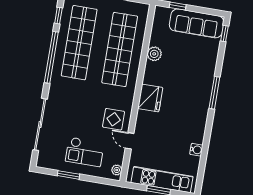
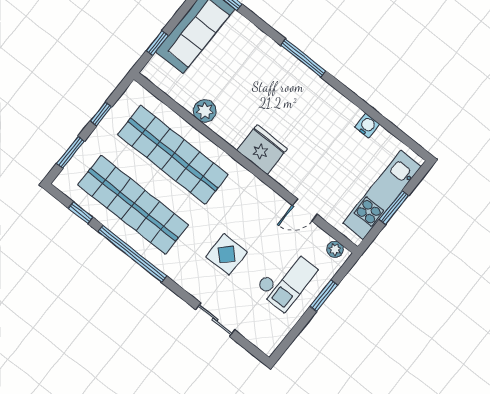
display table: (114, 119) -> (227, 254), moved
sliding door: (40, 124) -> (215, 320), width x0.54
window: (69, 175) -> (324, 296), moved

